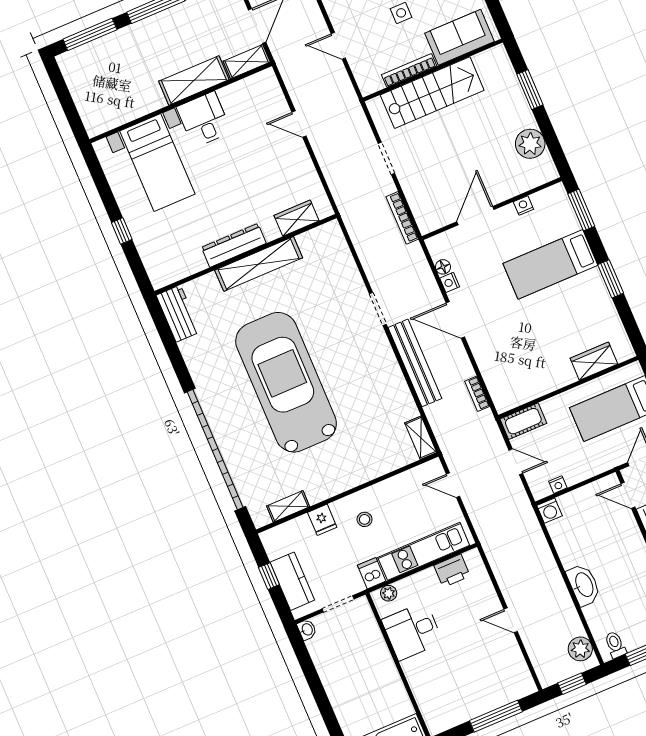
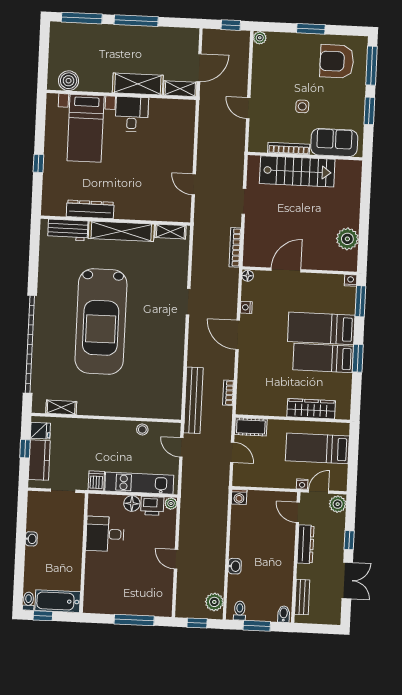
window: (530, 90) -> (365, 202), removed
boiler: (110, 116) -> (69, 81), added
door: (299, 124) -> (194, 184), moved
nightstand: (523, 206) -> (351, 280), moved
wardrobe: (297, 218) -> (163, 212), removed
dresser: (234, 245) -> (90, 209), moved
floor lamp: (443, 267) -> (248, 276), moved
bed: (570, 298) -> (323, 358), added
workbench: (178, 313) -> (68, 230), moved, turned 90
wardrobe: (594, 361) -> (311, 409), width x1.50
bench: (415, 363) -> (193, 400), moved
car: (286, 382) -> (101, 322), turned 180
shelving: (421, 438) -> (170, 232), moved, turned 90
nightstand: (558, 485) -> (302, 484), moved
stool: (365, 519) -> (142, 429), moved
fridge: (322, 520) -> (40, 431), moved, turned -90
floor lamp: (427, 580) -> (132, 504), added
washbasin: (584, 585) -> (235, 566), width x0.52, depth x0.69
plant: (389, 593) -> (171, 503), moved
washbasin: (307, 630) -> (31, 539), moved

